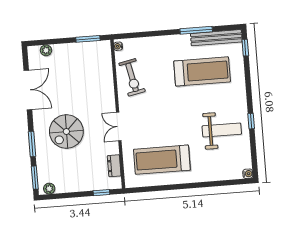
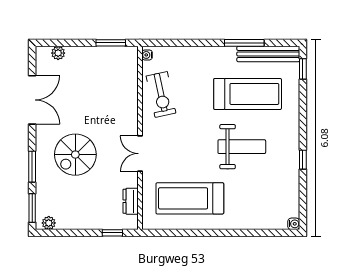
weight bench: (222, 130) -> (242, 147), moved

